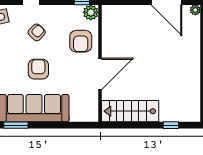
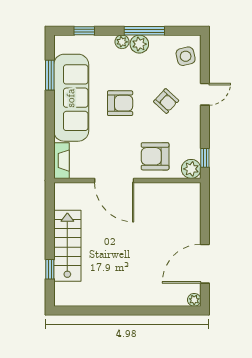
stairs: (130, 111) -> (67, 246), moved
fireplace: (84, 116) -> (62, 161), added

